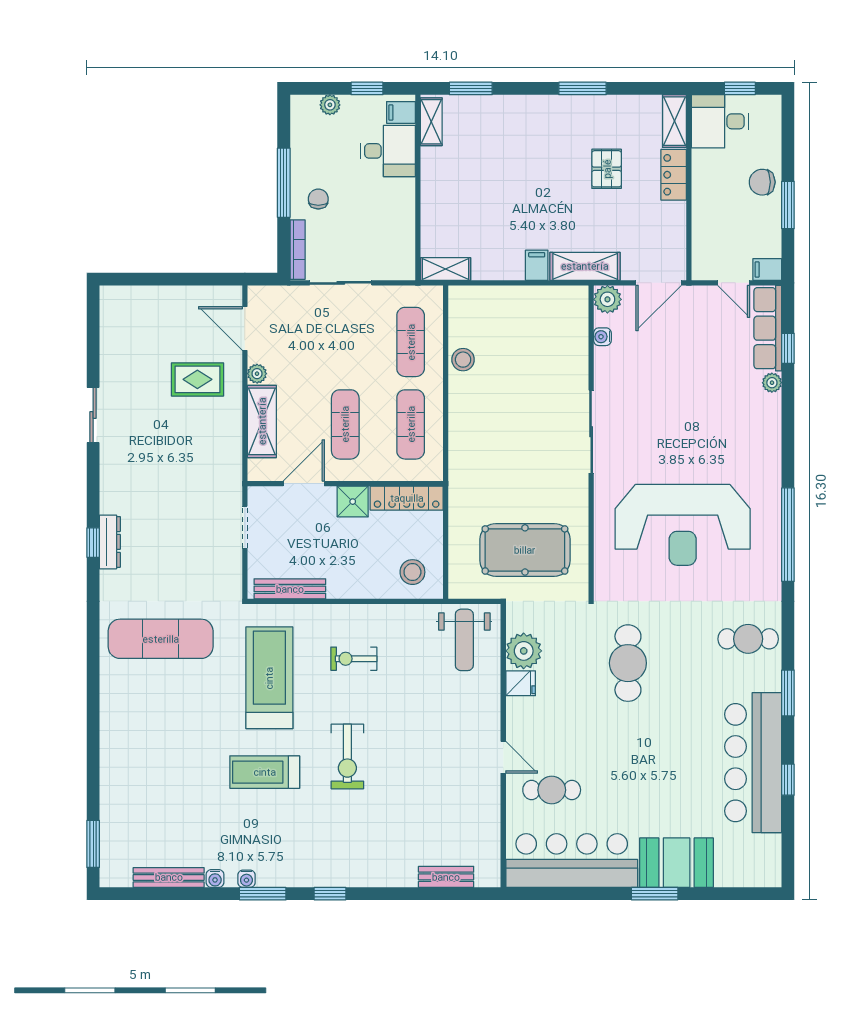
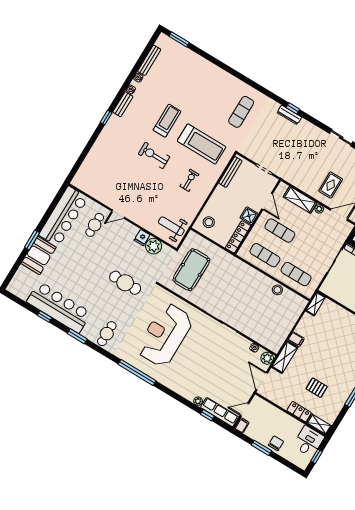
exercise mat: (161, 639) -> (241, 112), width x0.73, depth x0.69
bench: (446, 877) -> (123, 104), moved
window: (263, 894) -> (122, 92), removed

